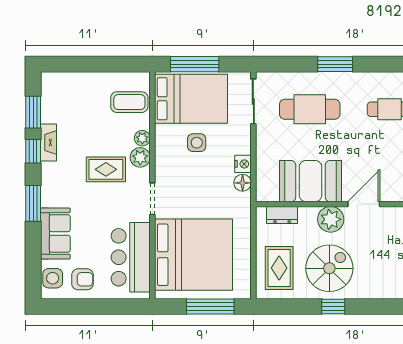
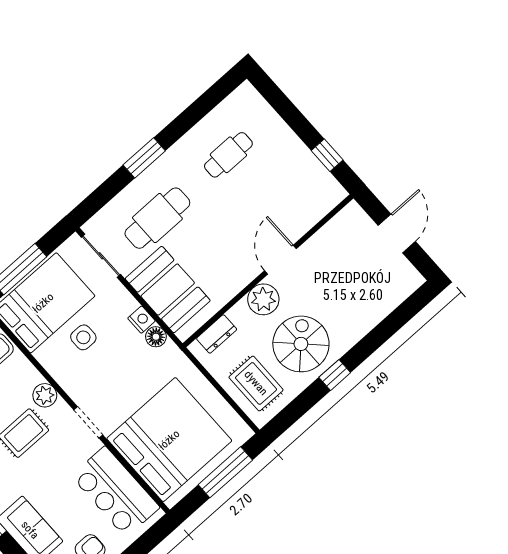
plant: (142, 138) -> (31, 377), removed
booth: (310, 181) -> (168, 290), moved, turned 90

